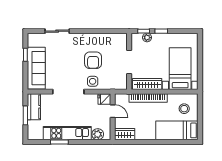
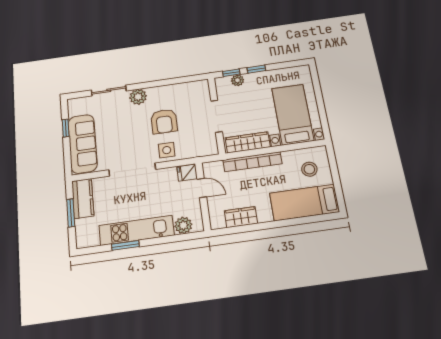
plant: (77, 39) -> (138, 97), added
wardrobe: (125, 134) -> (241, 217), moved

